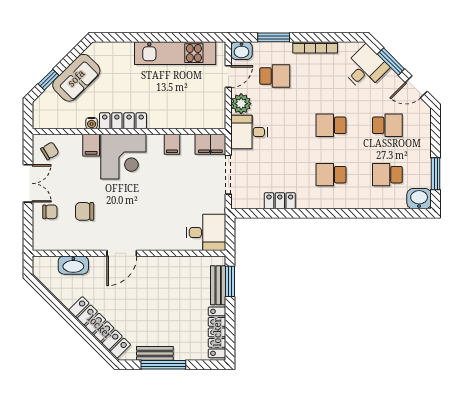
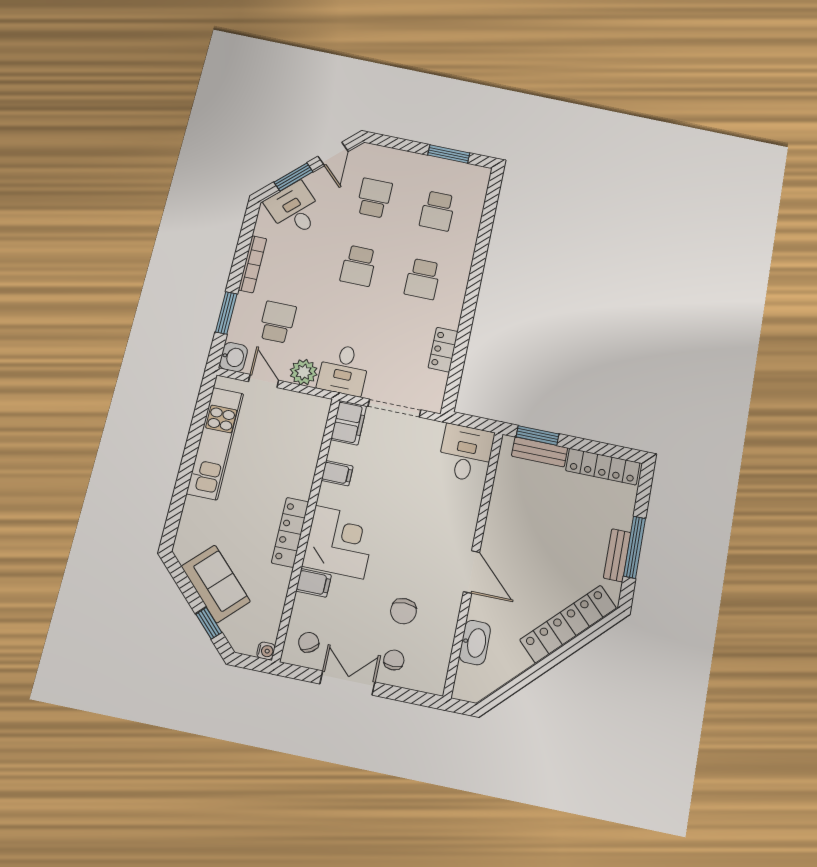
water cooler: (92, 123) -> (266, 651), moved
washbasin: (419, 199) -> (476, 180), removed

